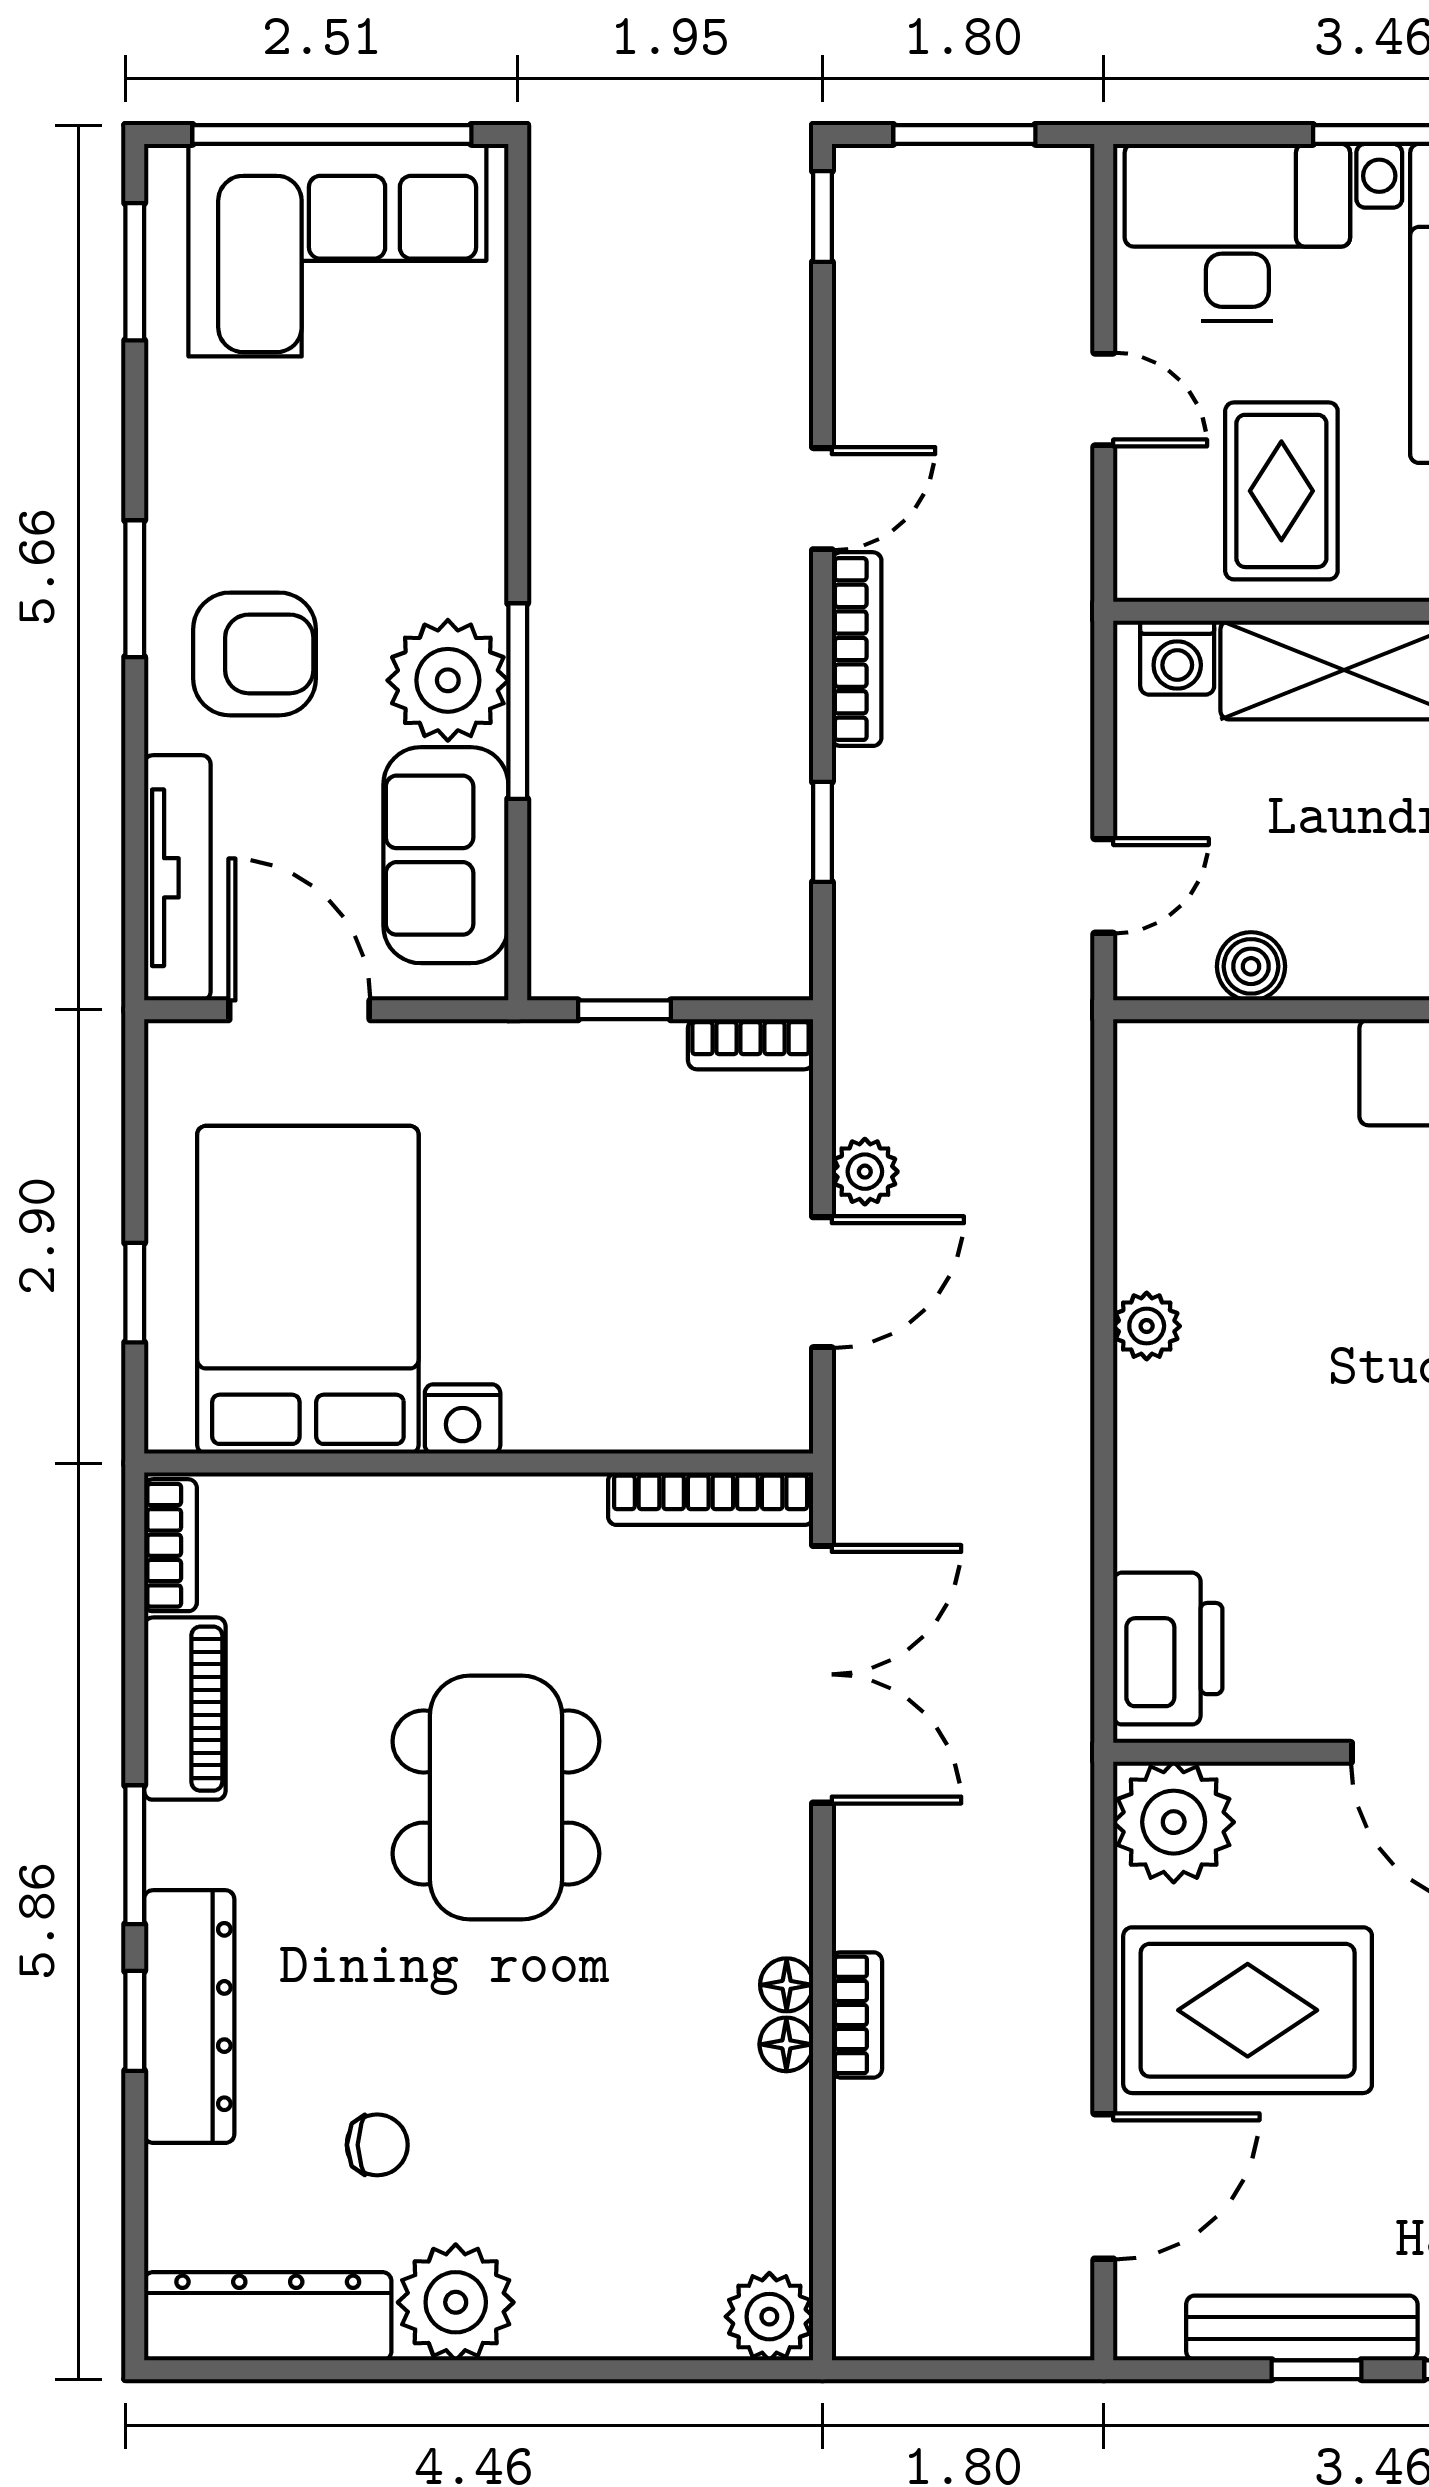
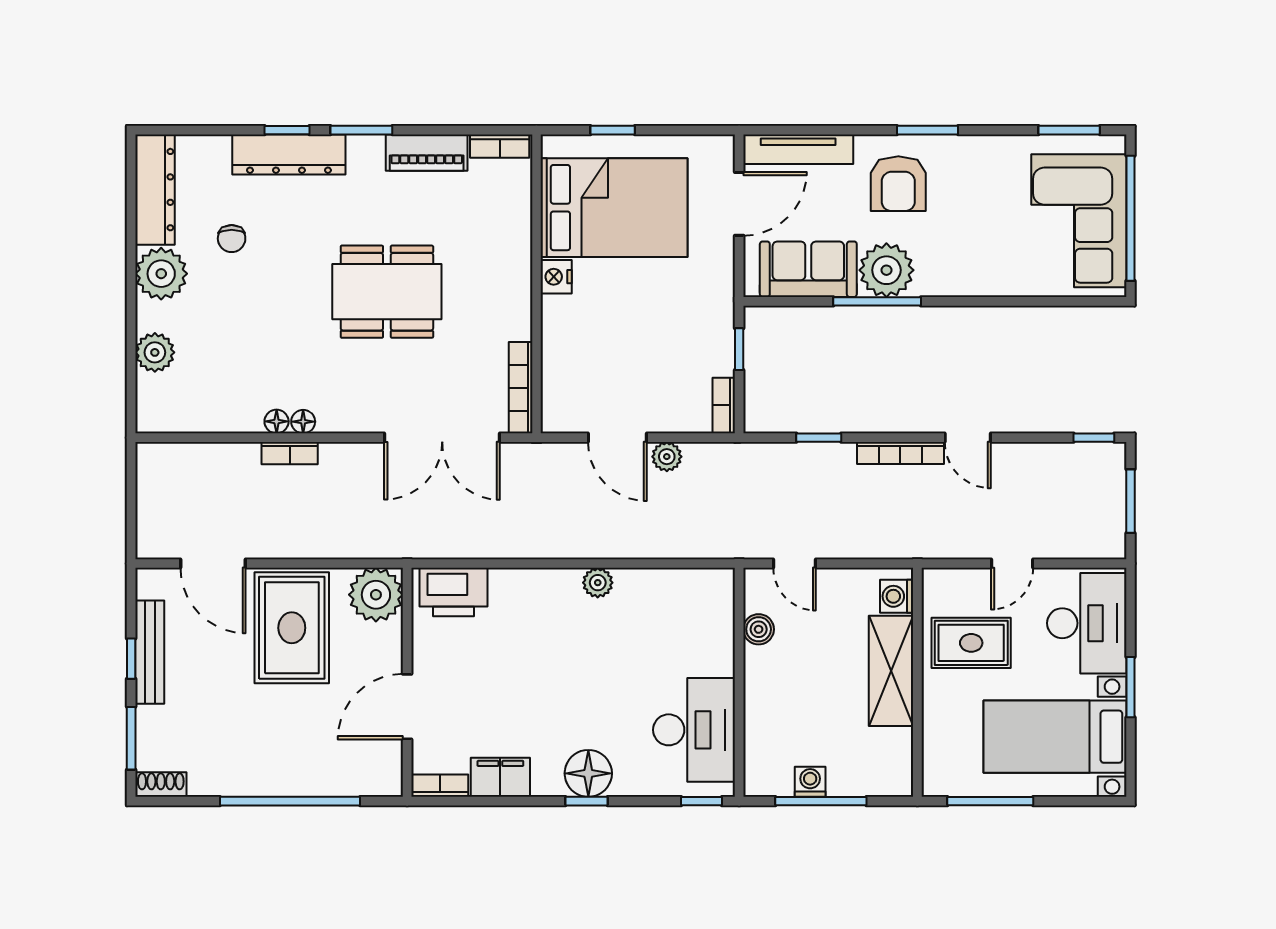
plant: (769, 2317) -> (155, 352), moved

